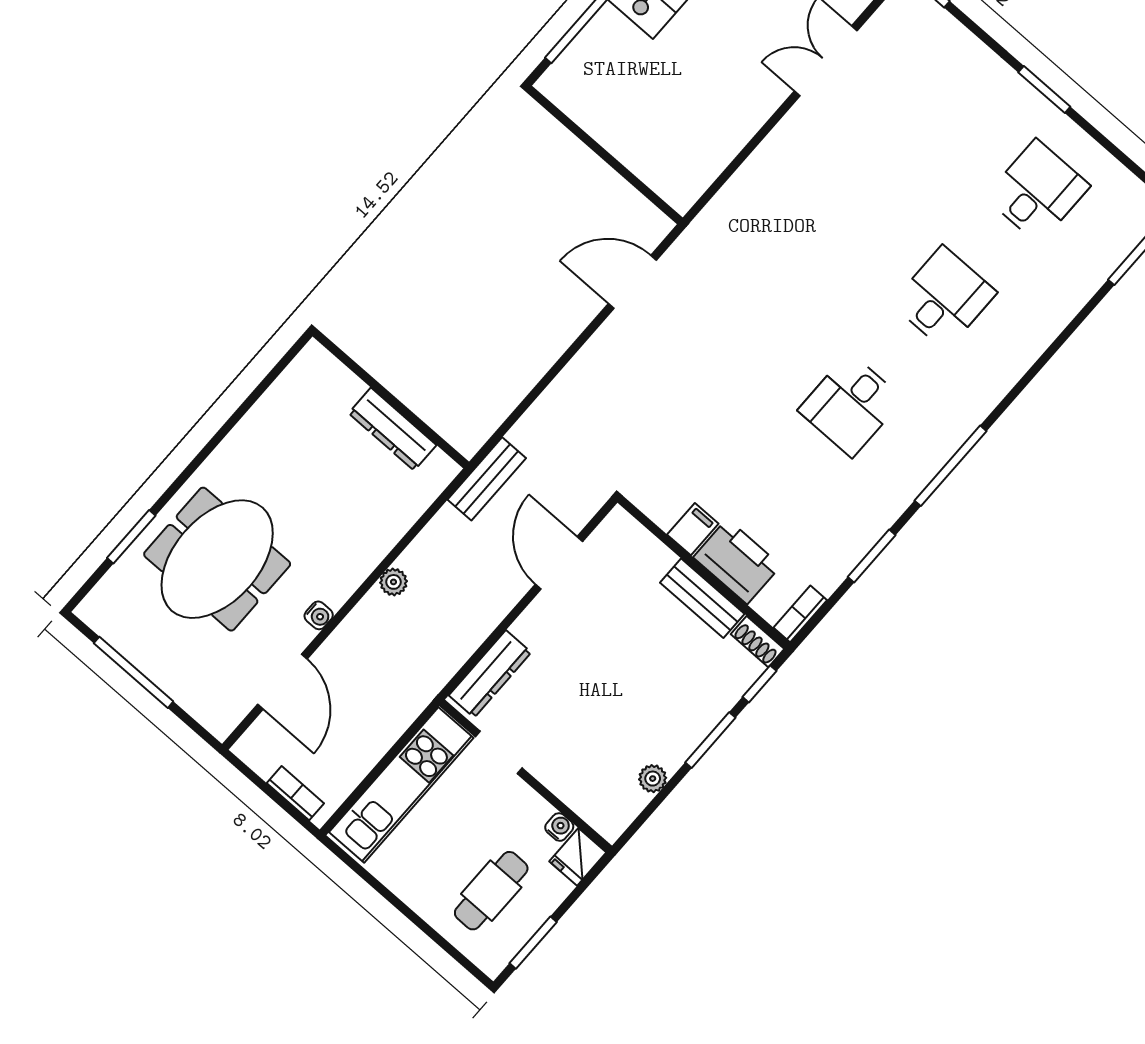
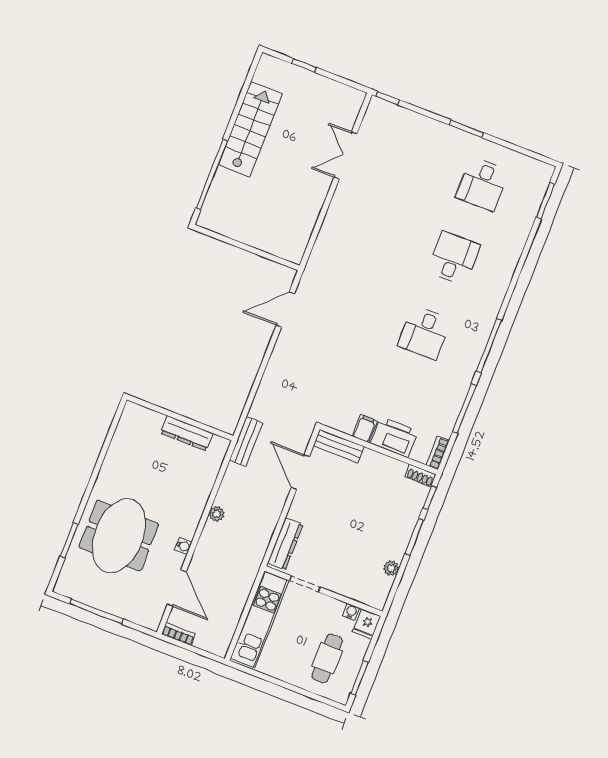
desk: (1037, 191) -> (482, 184), turned 180
window: (872, 556) -> (464, 409), width x1.44
bench: (702, 598) -> (339, 446), moved
bookcase: (295, 793) -> (179, 634), moved

